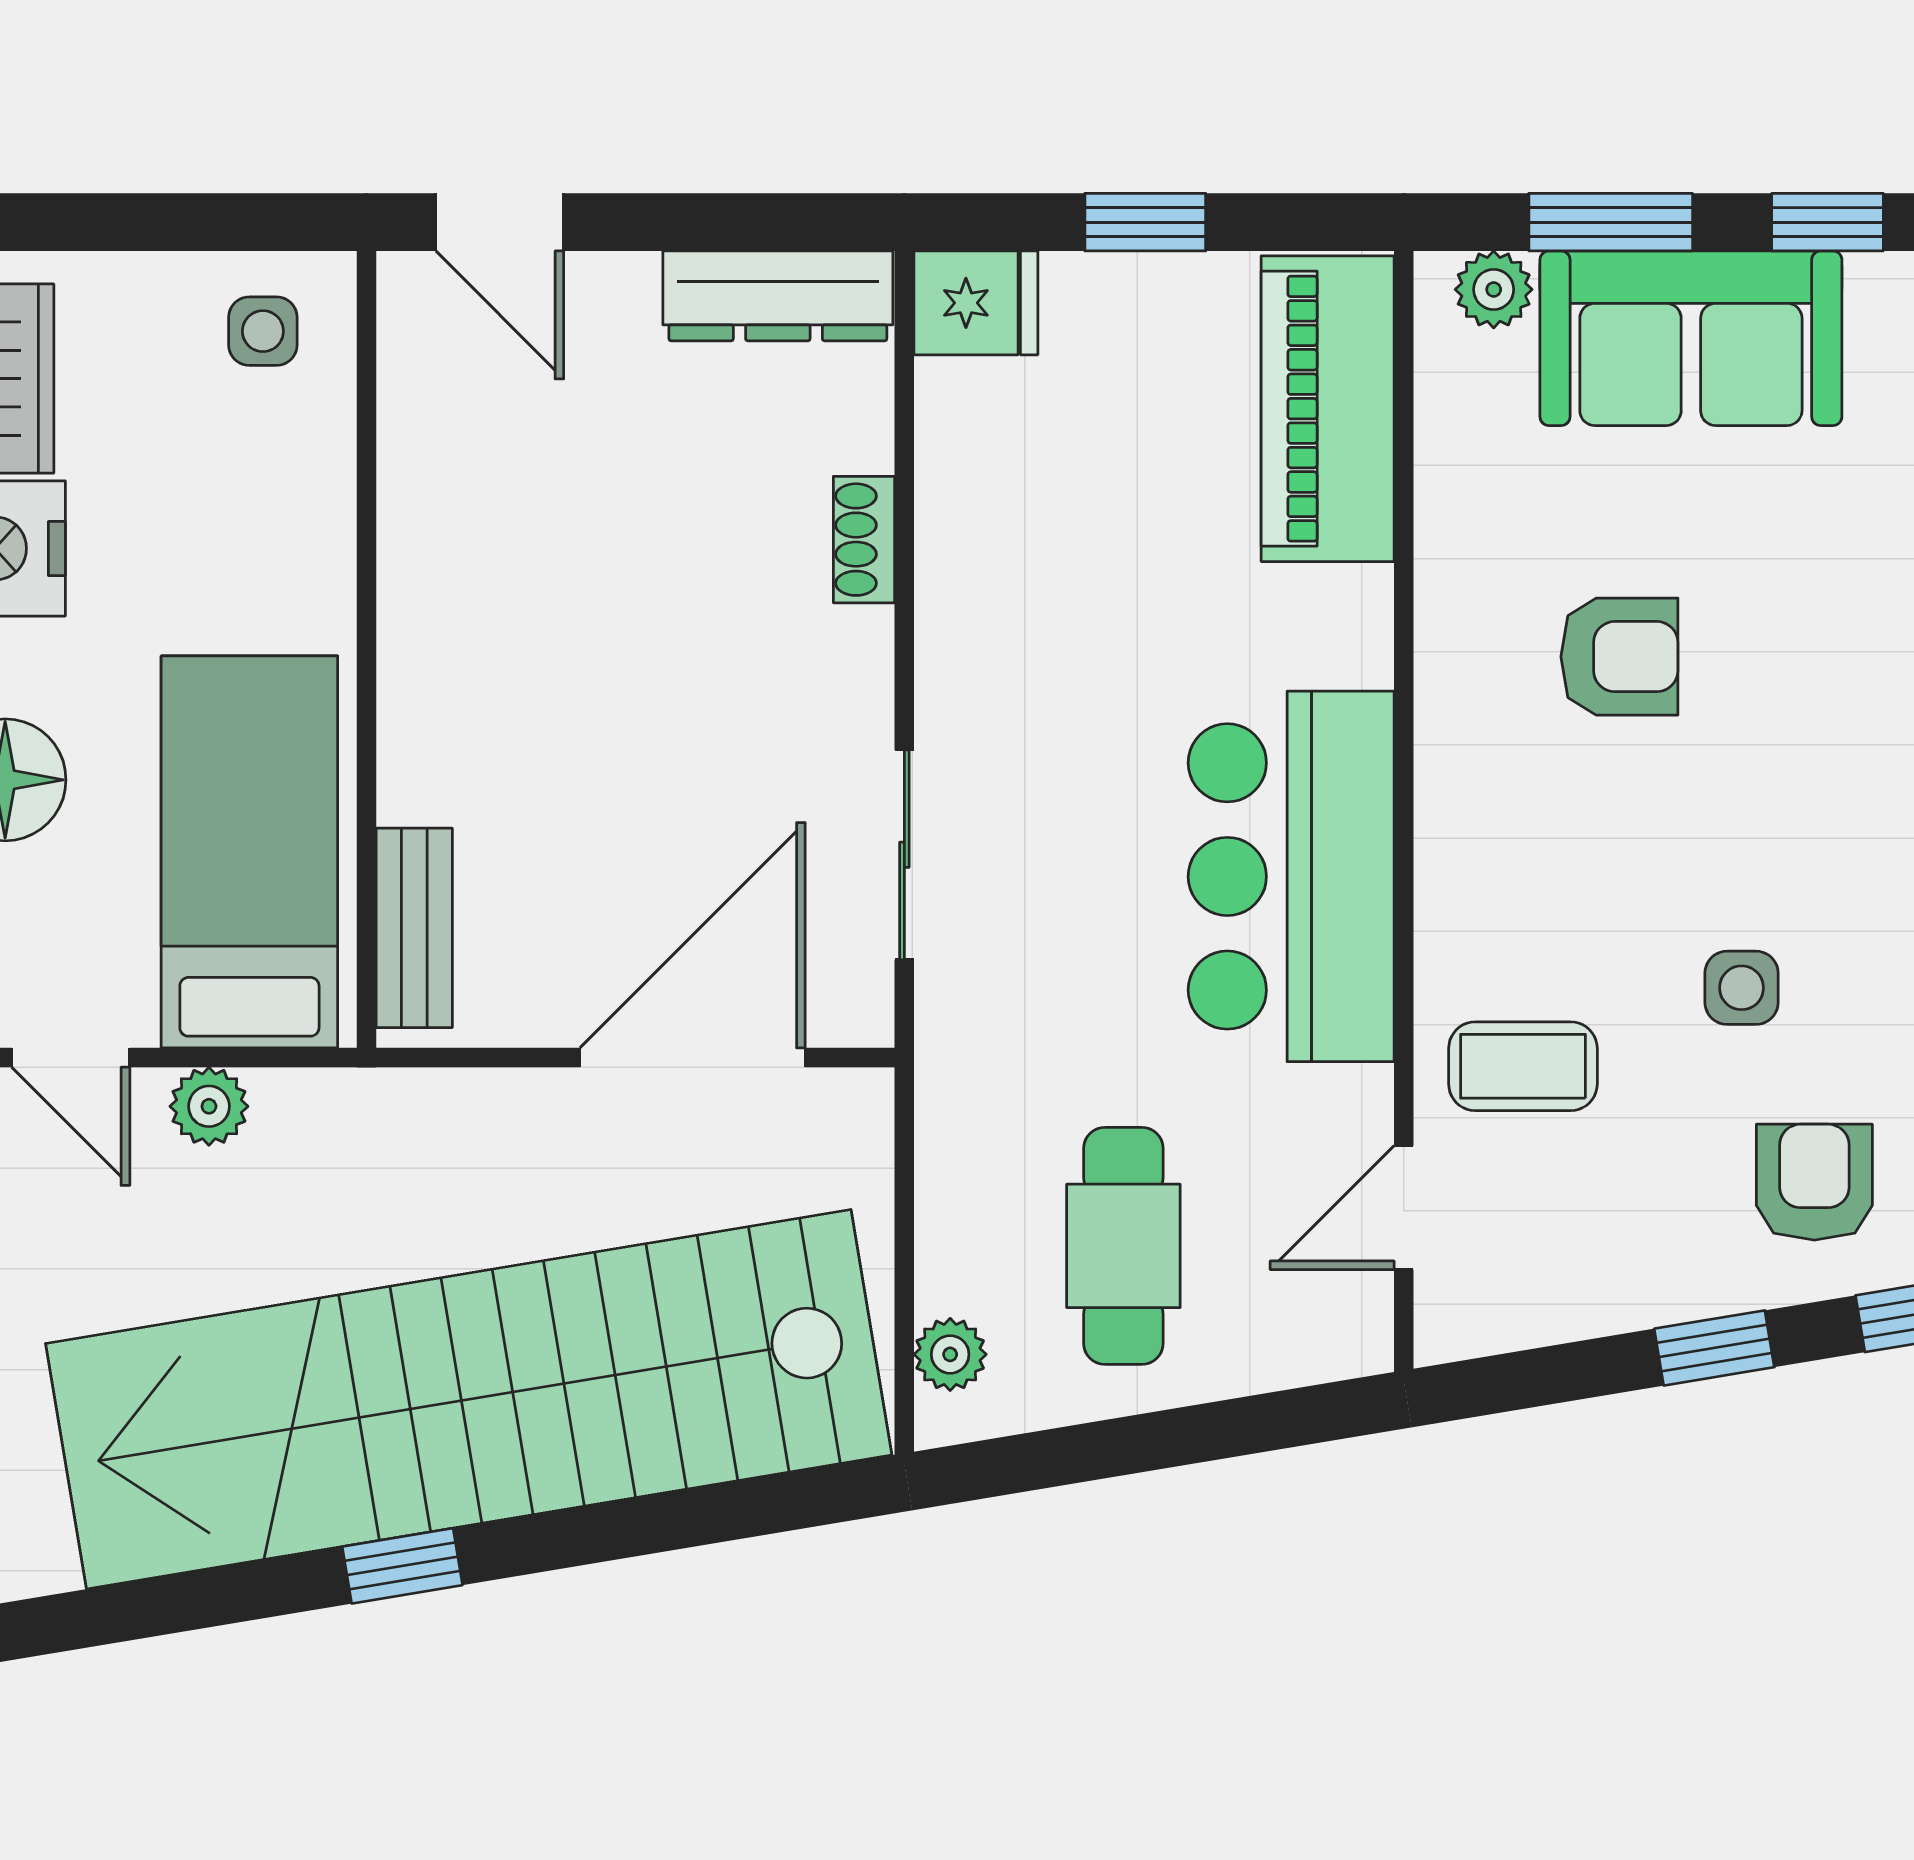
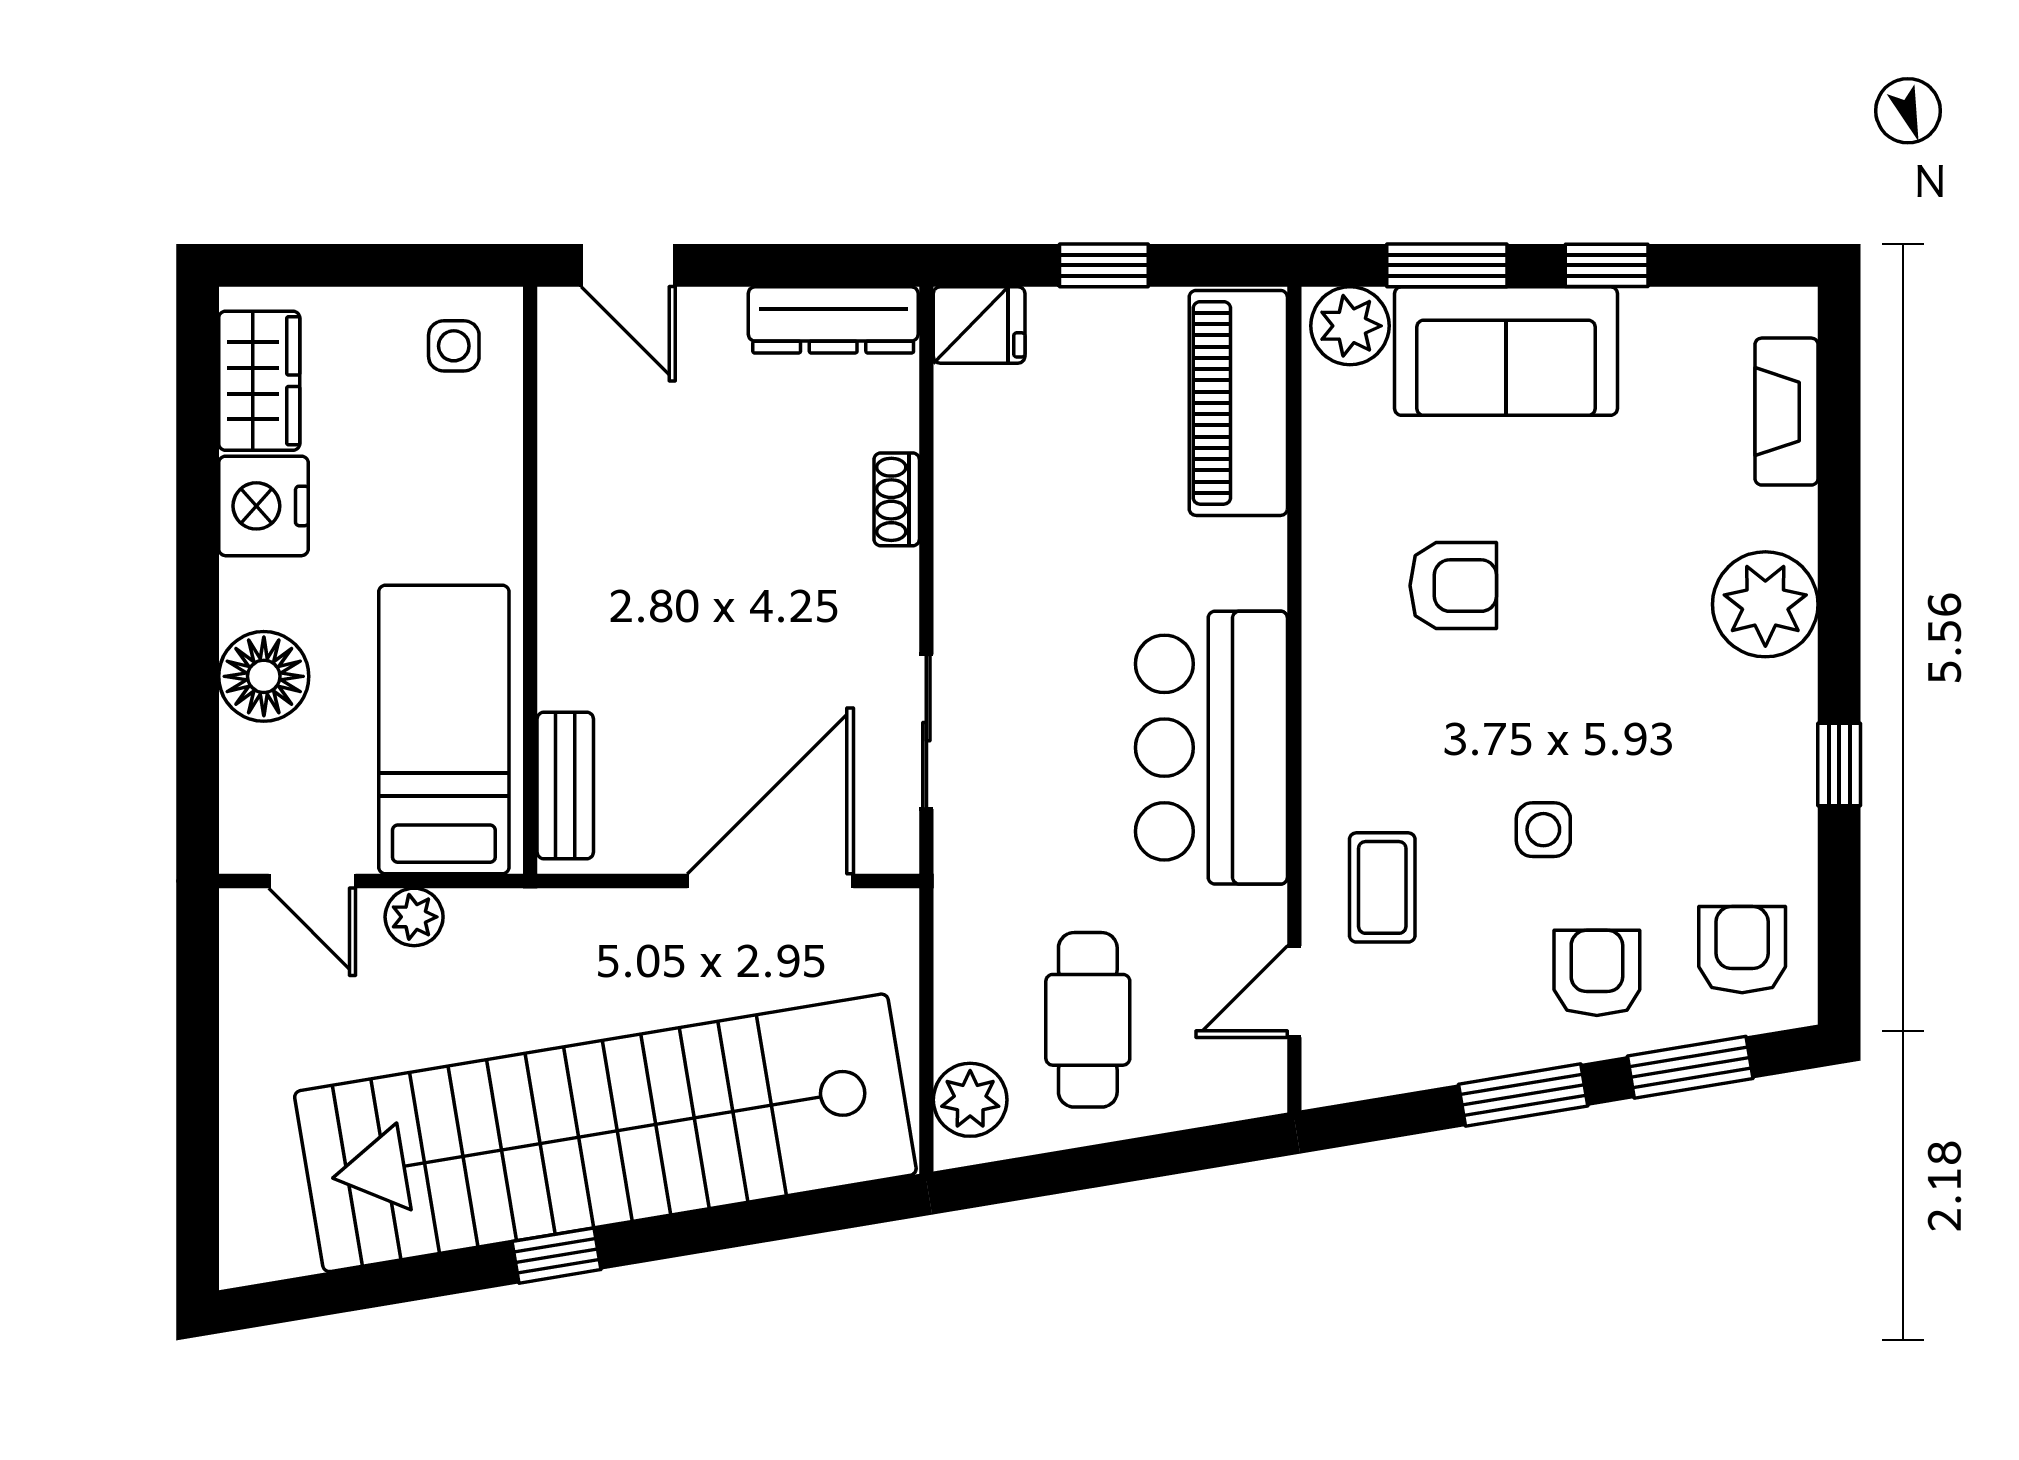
plant: (1494, 289) -> (1350, 326), width x1.38, depth x1.38
coffee table: (1523, 1066) -> (1382, 887), turned 90
window: (1714, 1348) -> (1523, 1095), width x1.50
plant: (950, 1354) -> (970, 1100), width x1.38, depth x1.38

